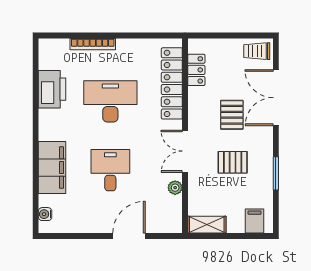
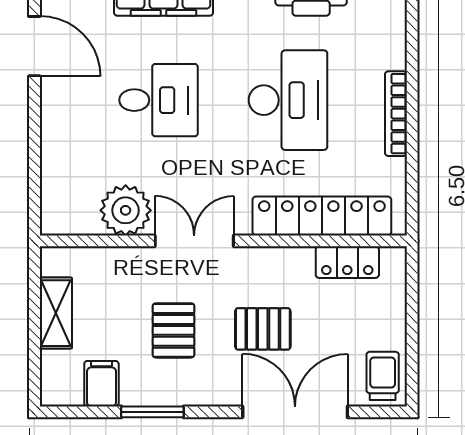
bookcase: (93, 44) -> (396, 114), moved
plant: (175, 188) -> (126, 210), width x1.88, depth x1.88
filing cabinet: (255, 221) -> (101, 384), moved, turned -90
shelving: (207, 225) -> (56, 313), moved
door: (129, 236) -> (34, 46), moved

